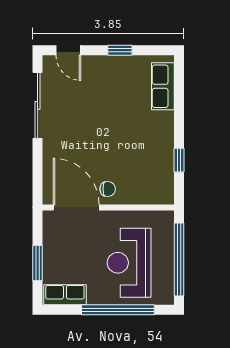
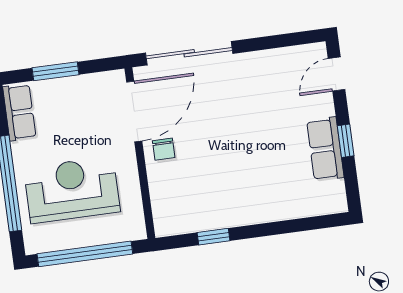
row of seats: (163, 86) -> (325, 149), moved, turned -90
sliding door: (38, 105) -> (189, 53), moved

